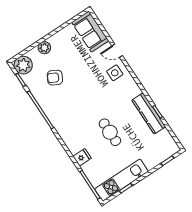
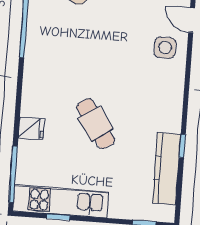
kitchen counter: (149, 113) -> (166, 169), moved
cafe table: (110, 132) -> (96, 124), turned -34

